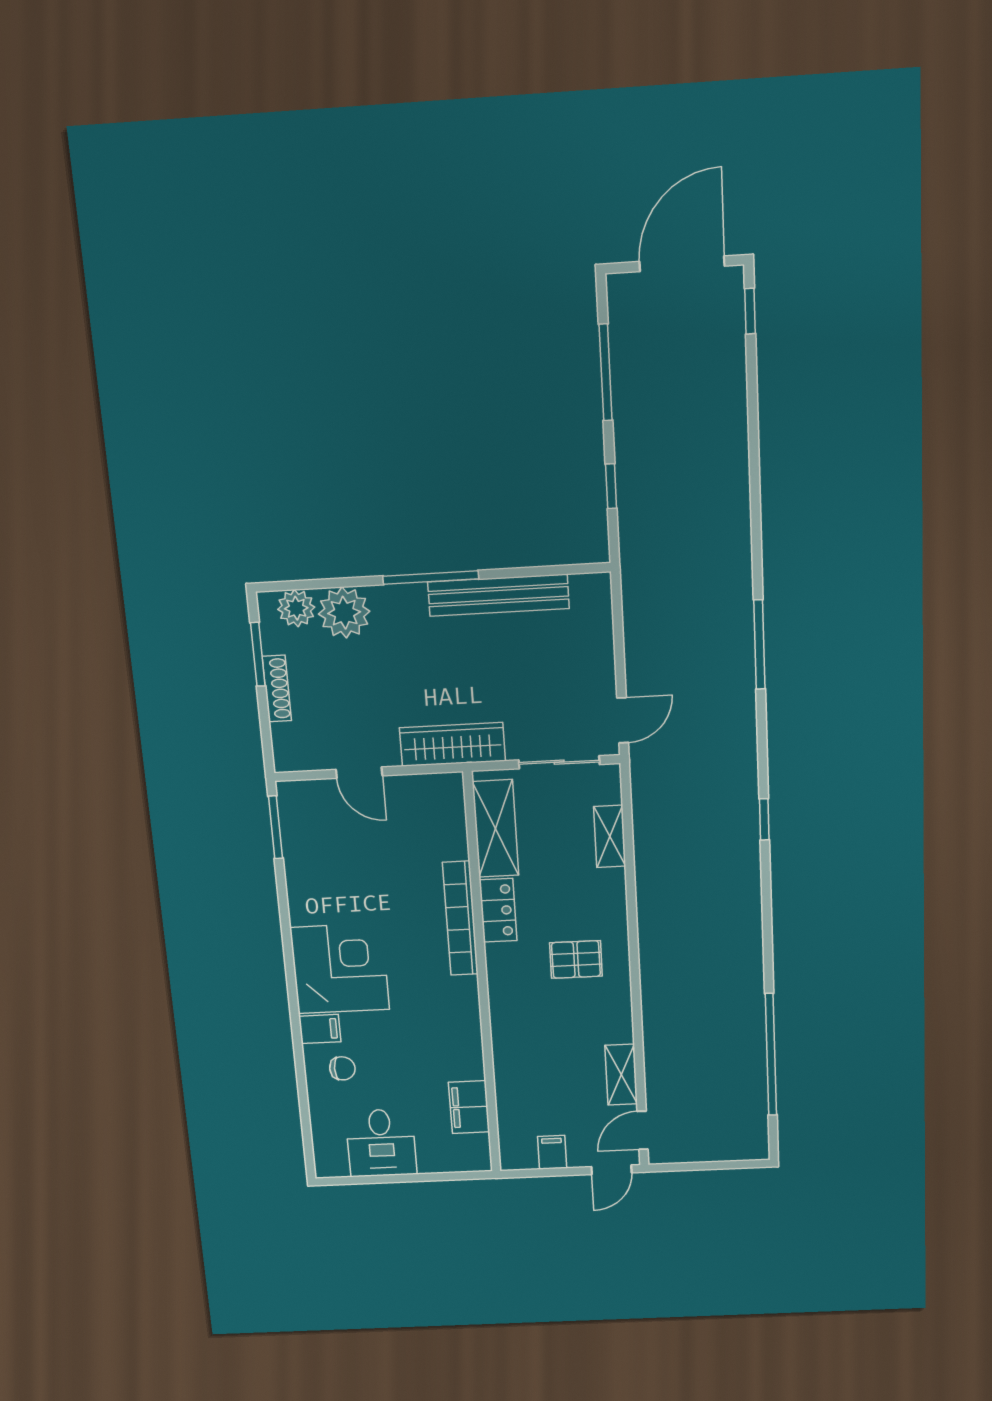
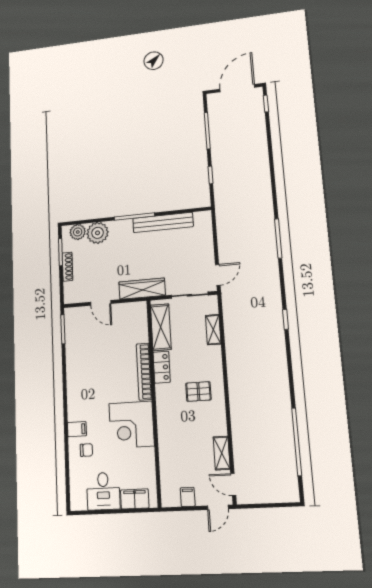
corner desk: (340, 969) -> (131, 425), moved, turned 180
filing cabinet: (469, 1107) -> (135, 499), moved, turned 90
door: (643, 1130) -> (233, 485), hinge flipped

